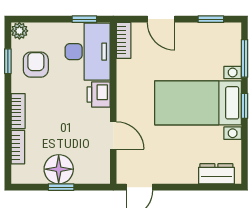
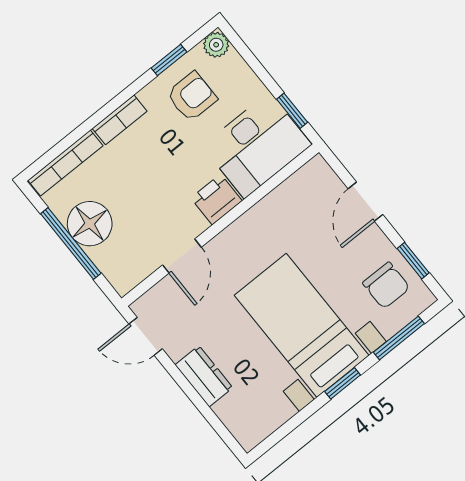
bookcase: (124, 40) -> (305, 178), removed
chair: (212, 43) -> (386, 285), added
bookcase: (18, 147) -> (65, 163), width x1.56
dresser: (216, 174) -> (204, 376), moved
window: (61, 187) -> (71, 244), width x2.17

